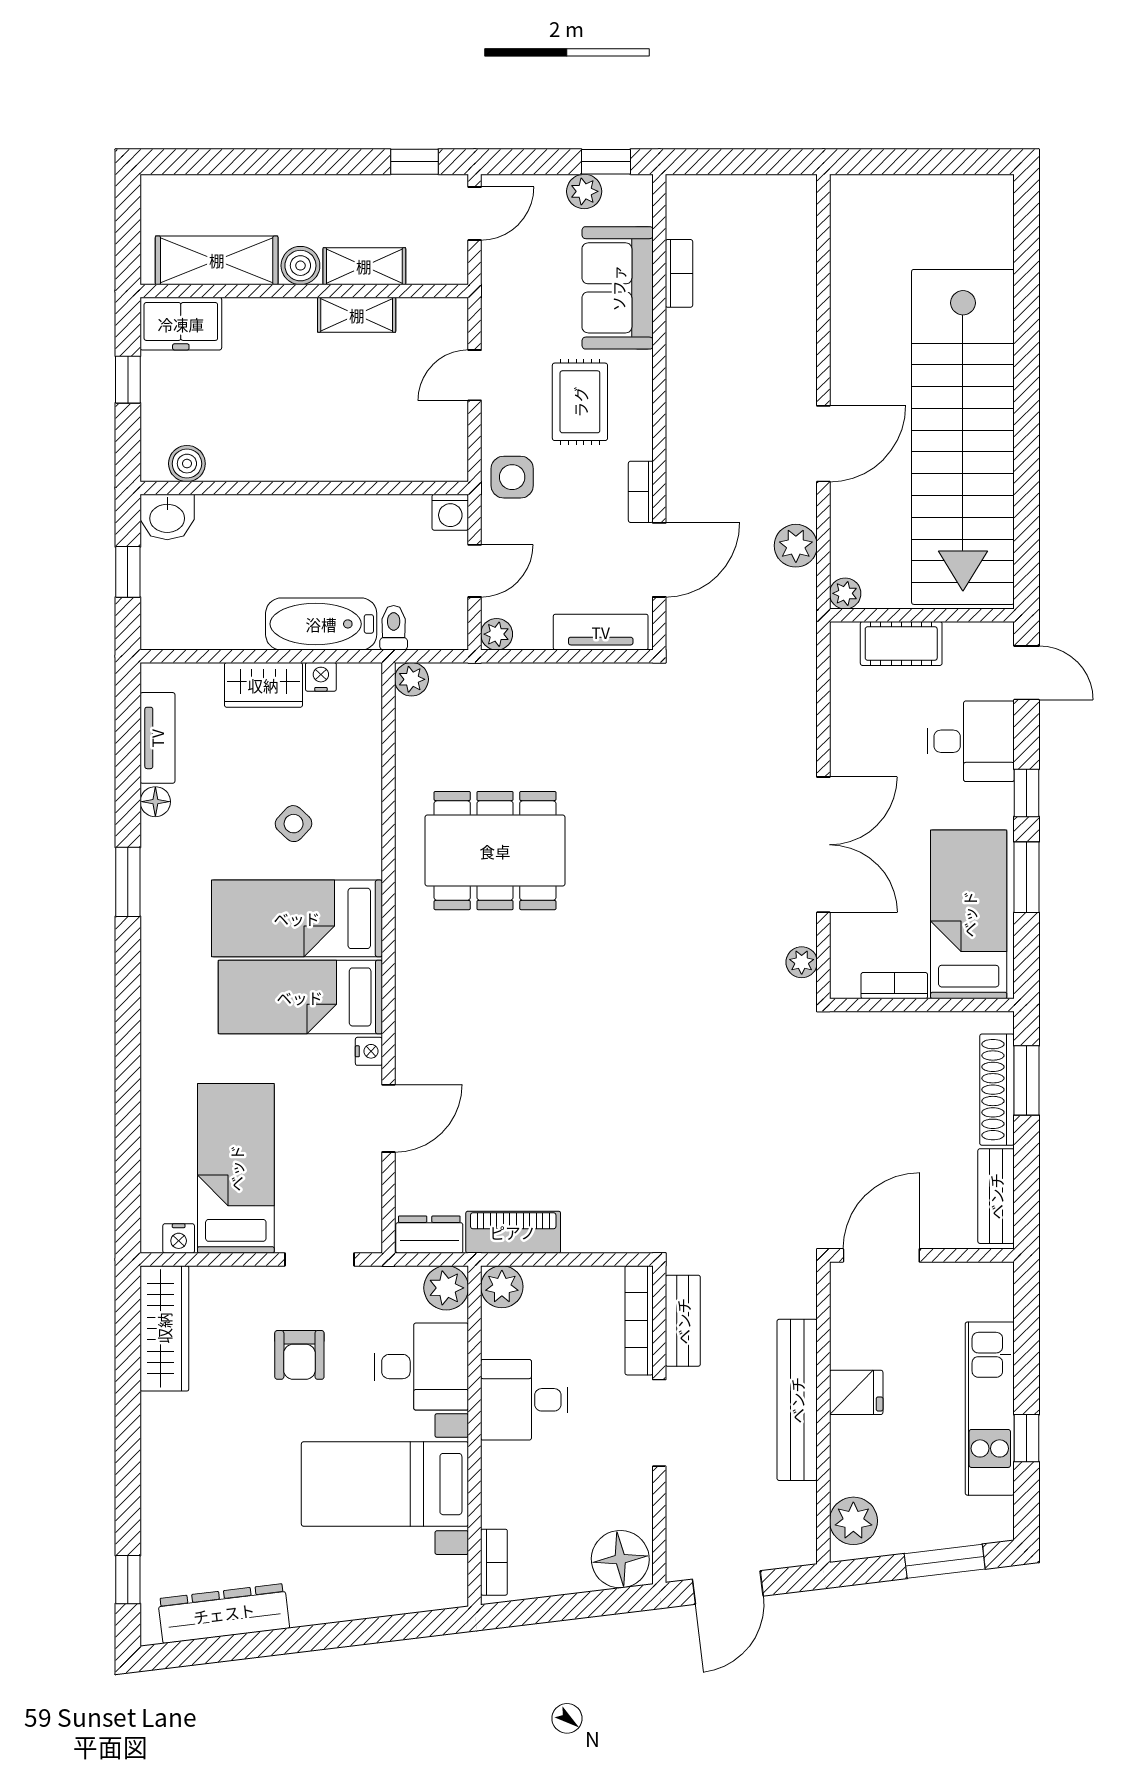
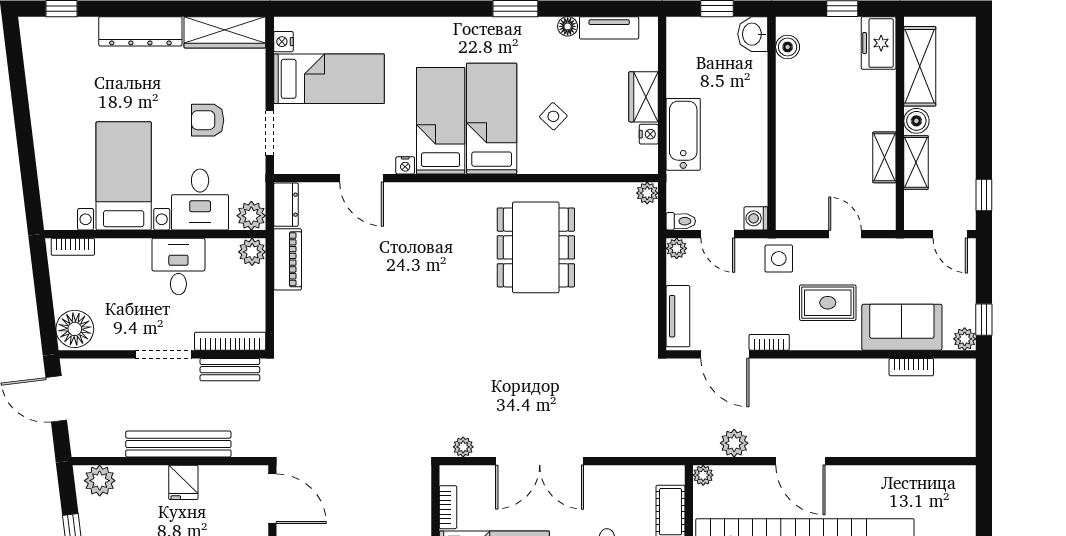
plant: (584, 191) -> (965, 339), moved
toilet: (394, 628) -> (681, 221), moved
dresser: (224, 1613) -> (140, 31), moved, turned 97

